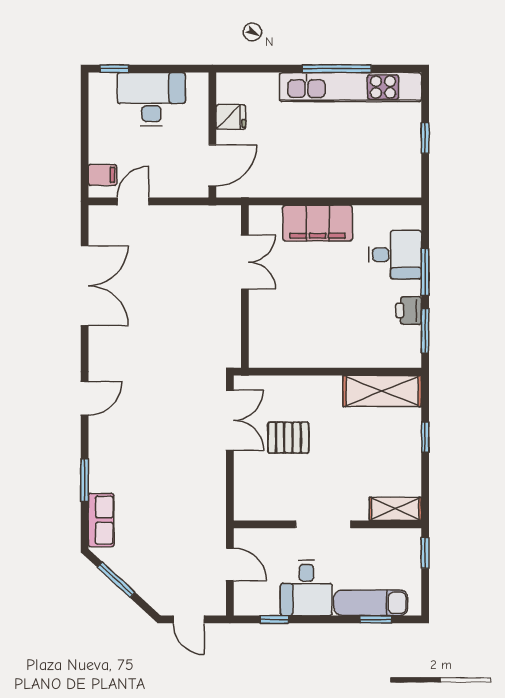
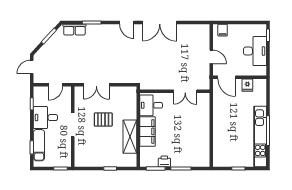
door: (133, 201) -> (211, 57), moved
filing cabinet: (318, 223) -> (147, 131), moved, turned 180
desk: (395, 255) -> (151, 105), moved, turned 90
double door: (85, 286) -> (160, 22), moved
shelving: (382, 391) -> (130, 137), moved
double door: (230, 420) -> (96, 85), moved
pallet: (288, 438) -> (103, 120), moved, turned 90
shelving: (395, 509) -> (79, 156), removed

